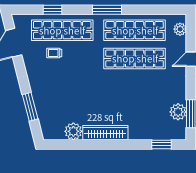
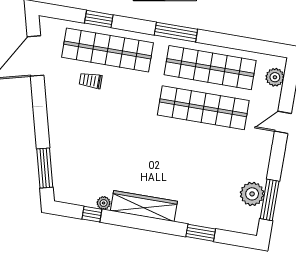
window: (30, 107) -> (45, 168), moved
plant: (73, 131) -> (104, 203), width x0.53, depth x0.53
window: (71, 144) -> (92, 214), added
window: (161, 144) -> (201, 233), moved

